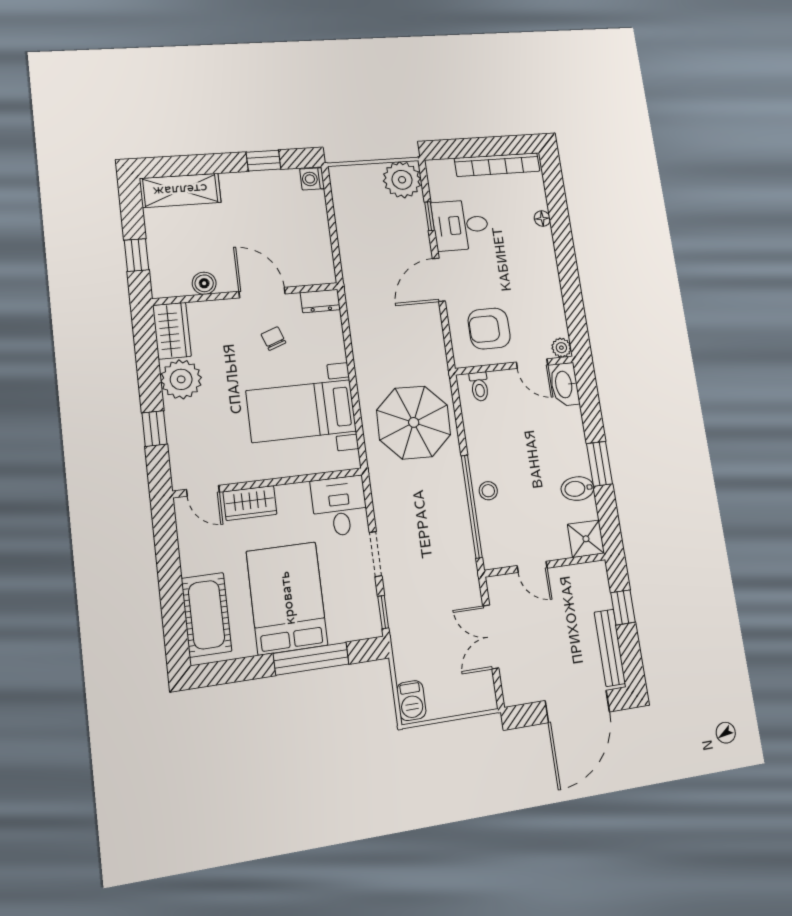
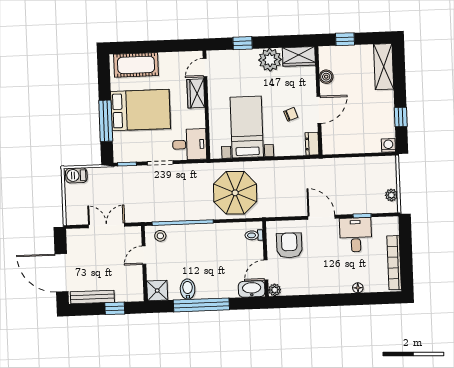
plant: (402, 180) -> (391, 195), width x0.53, depth x0.53
window: (599, 464) -> (201, 305), width x2.11
stool: (488, 491) -> (160, 236), moved

